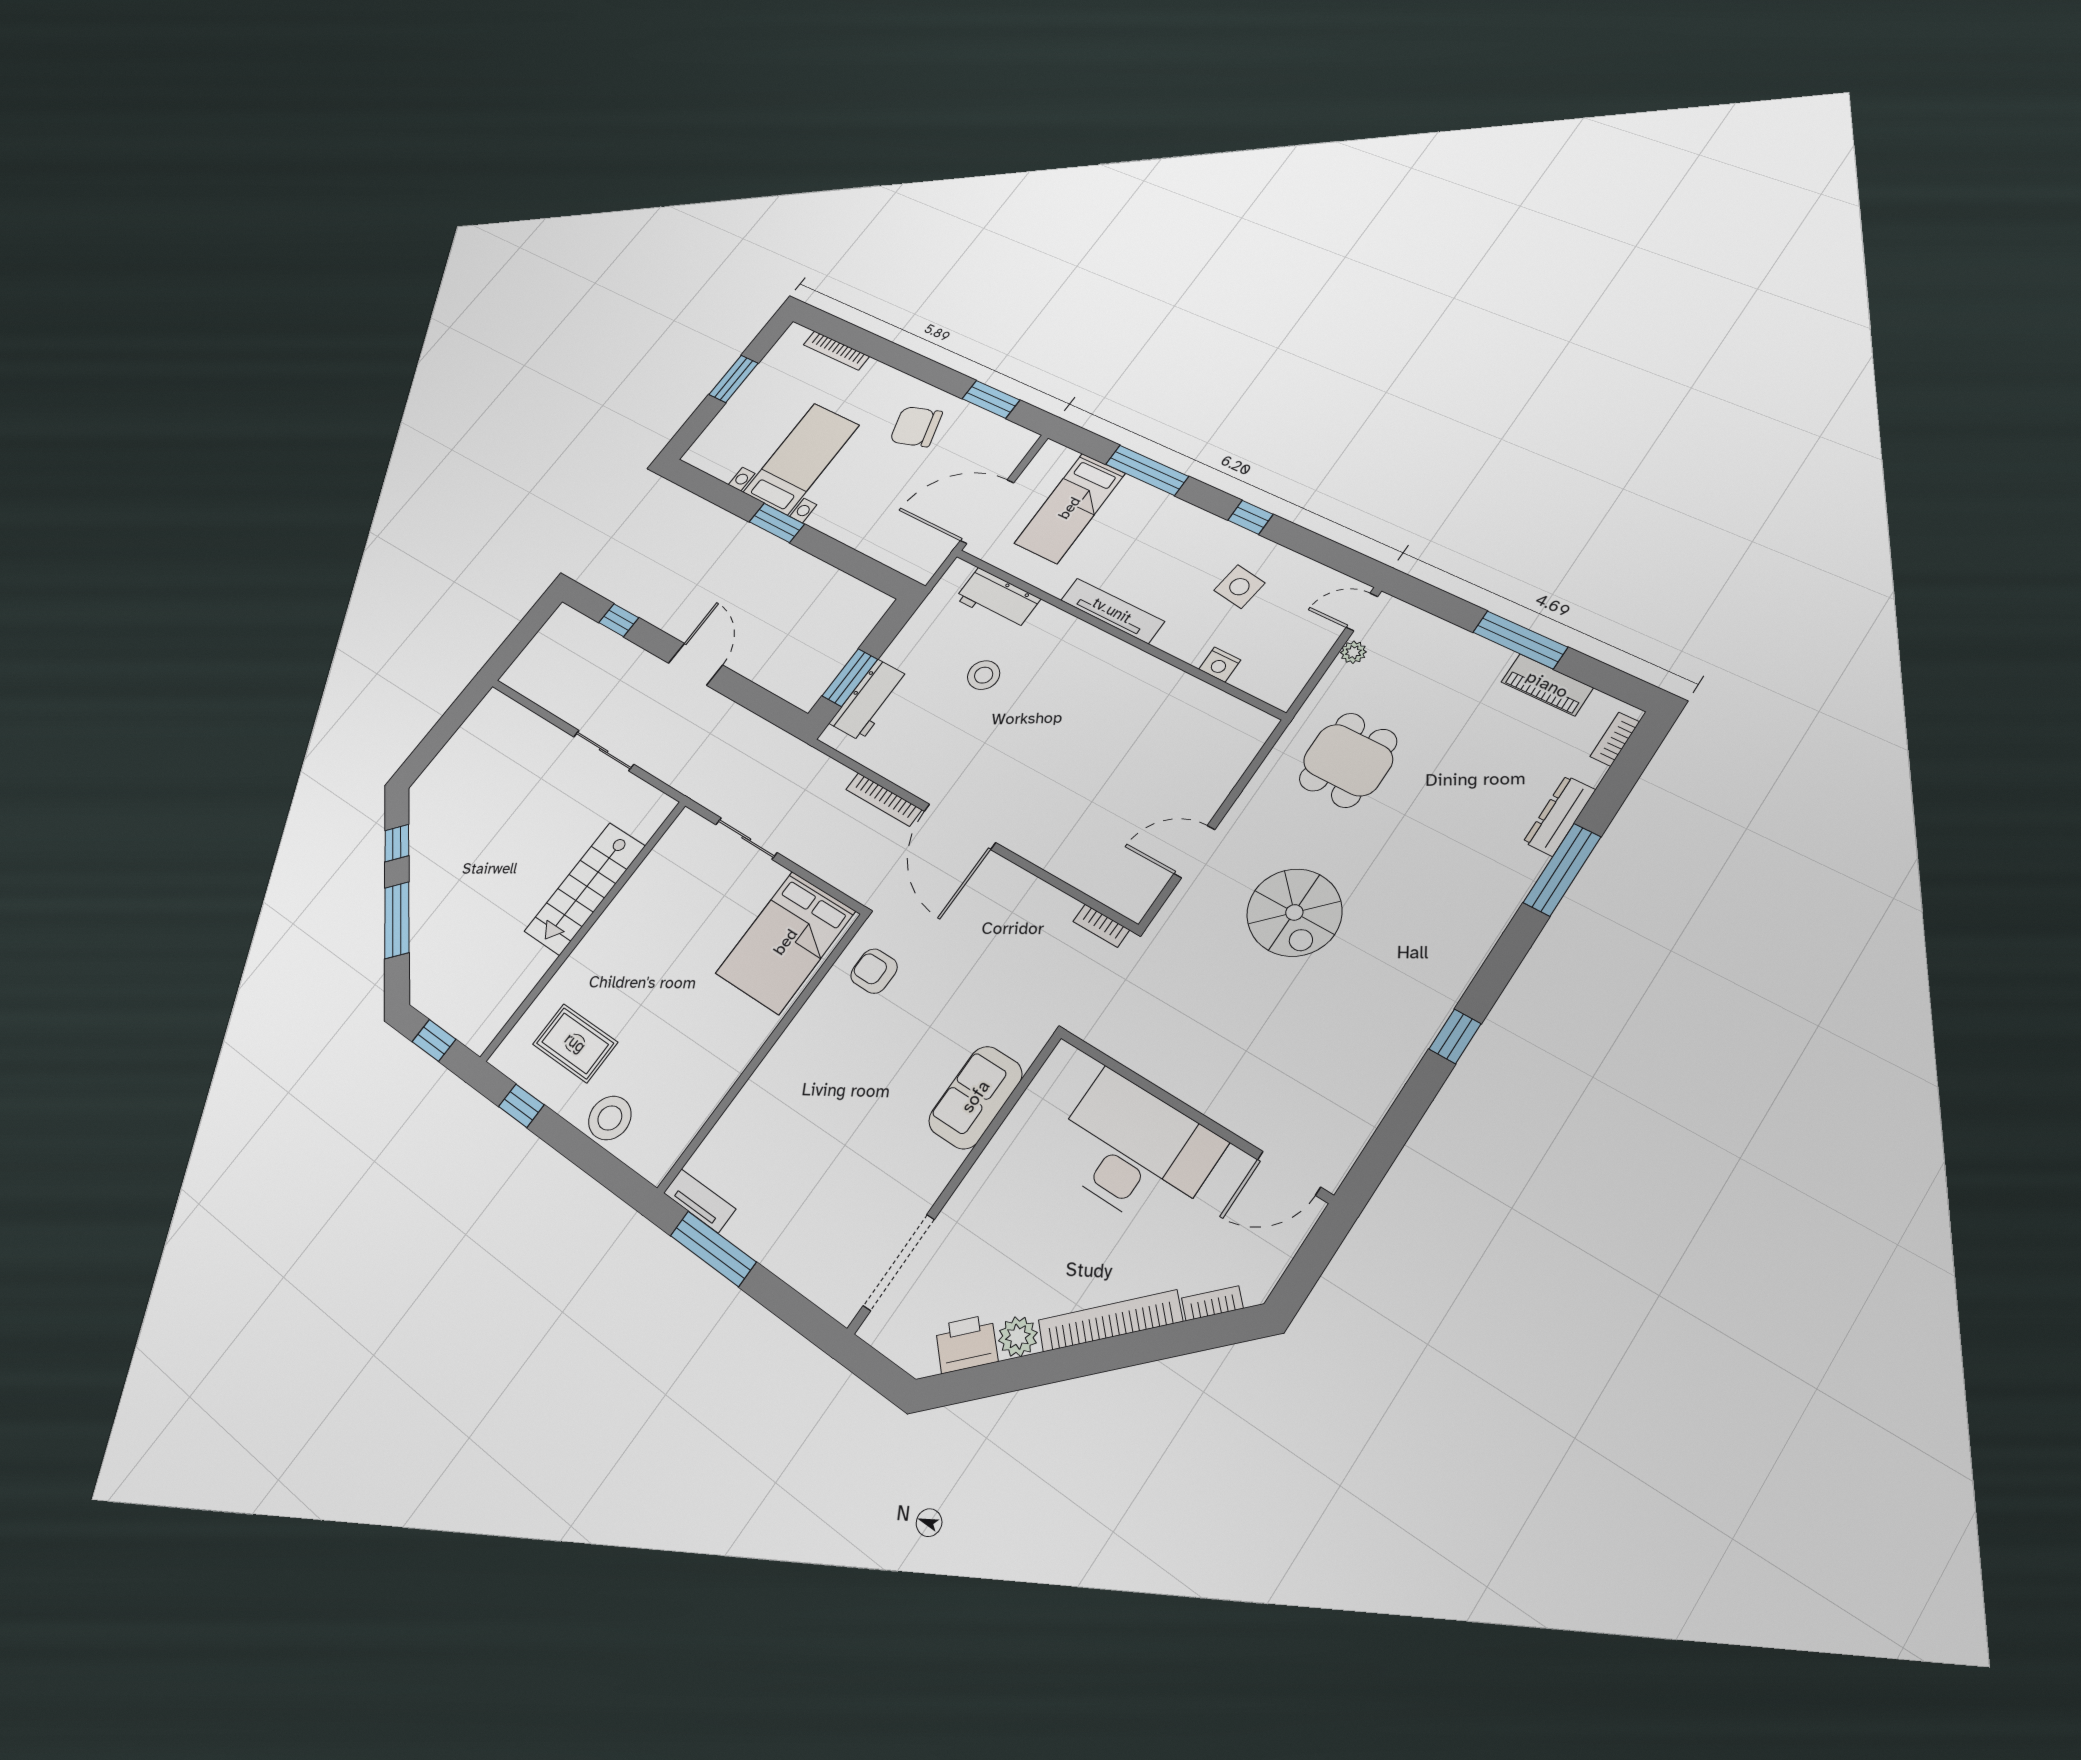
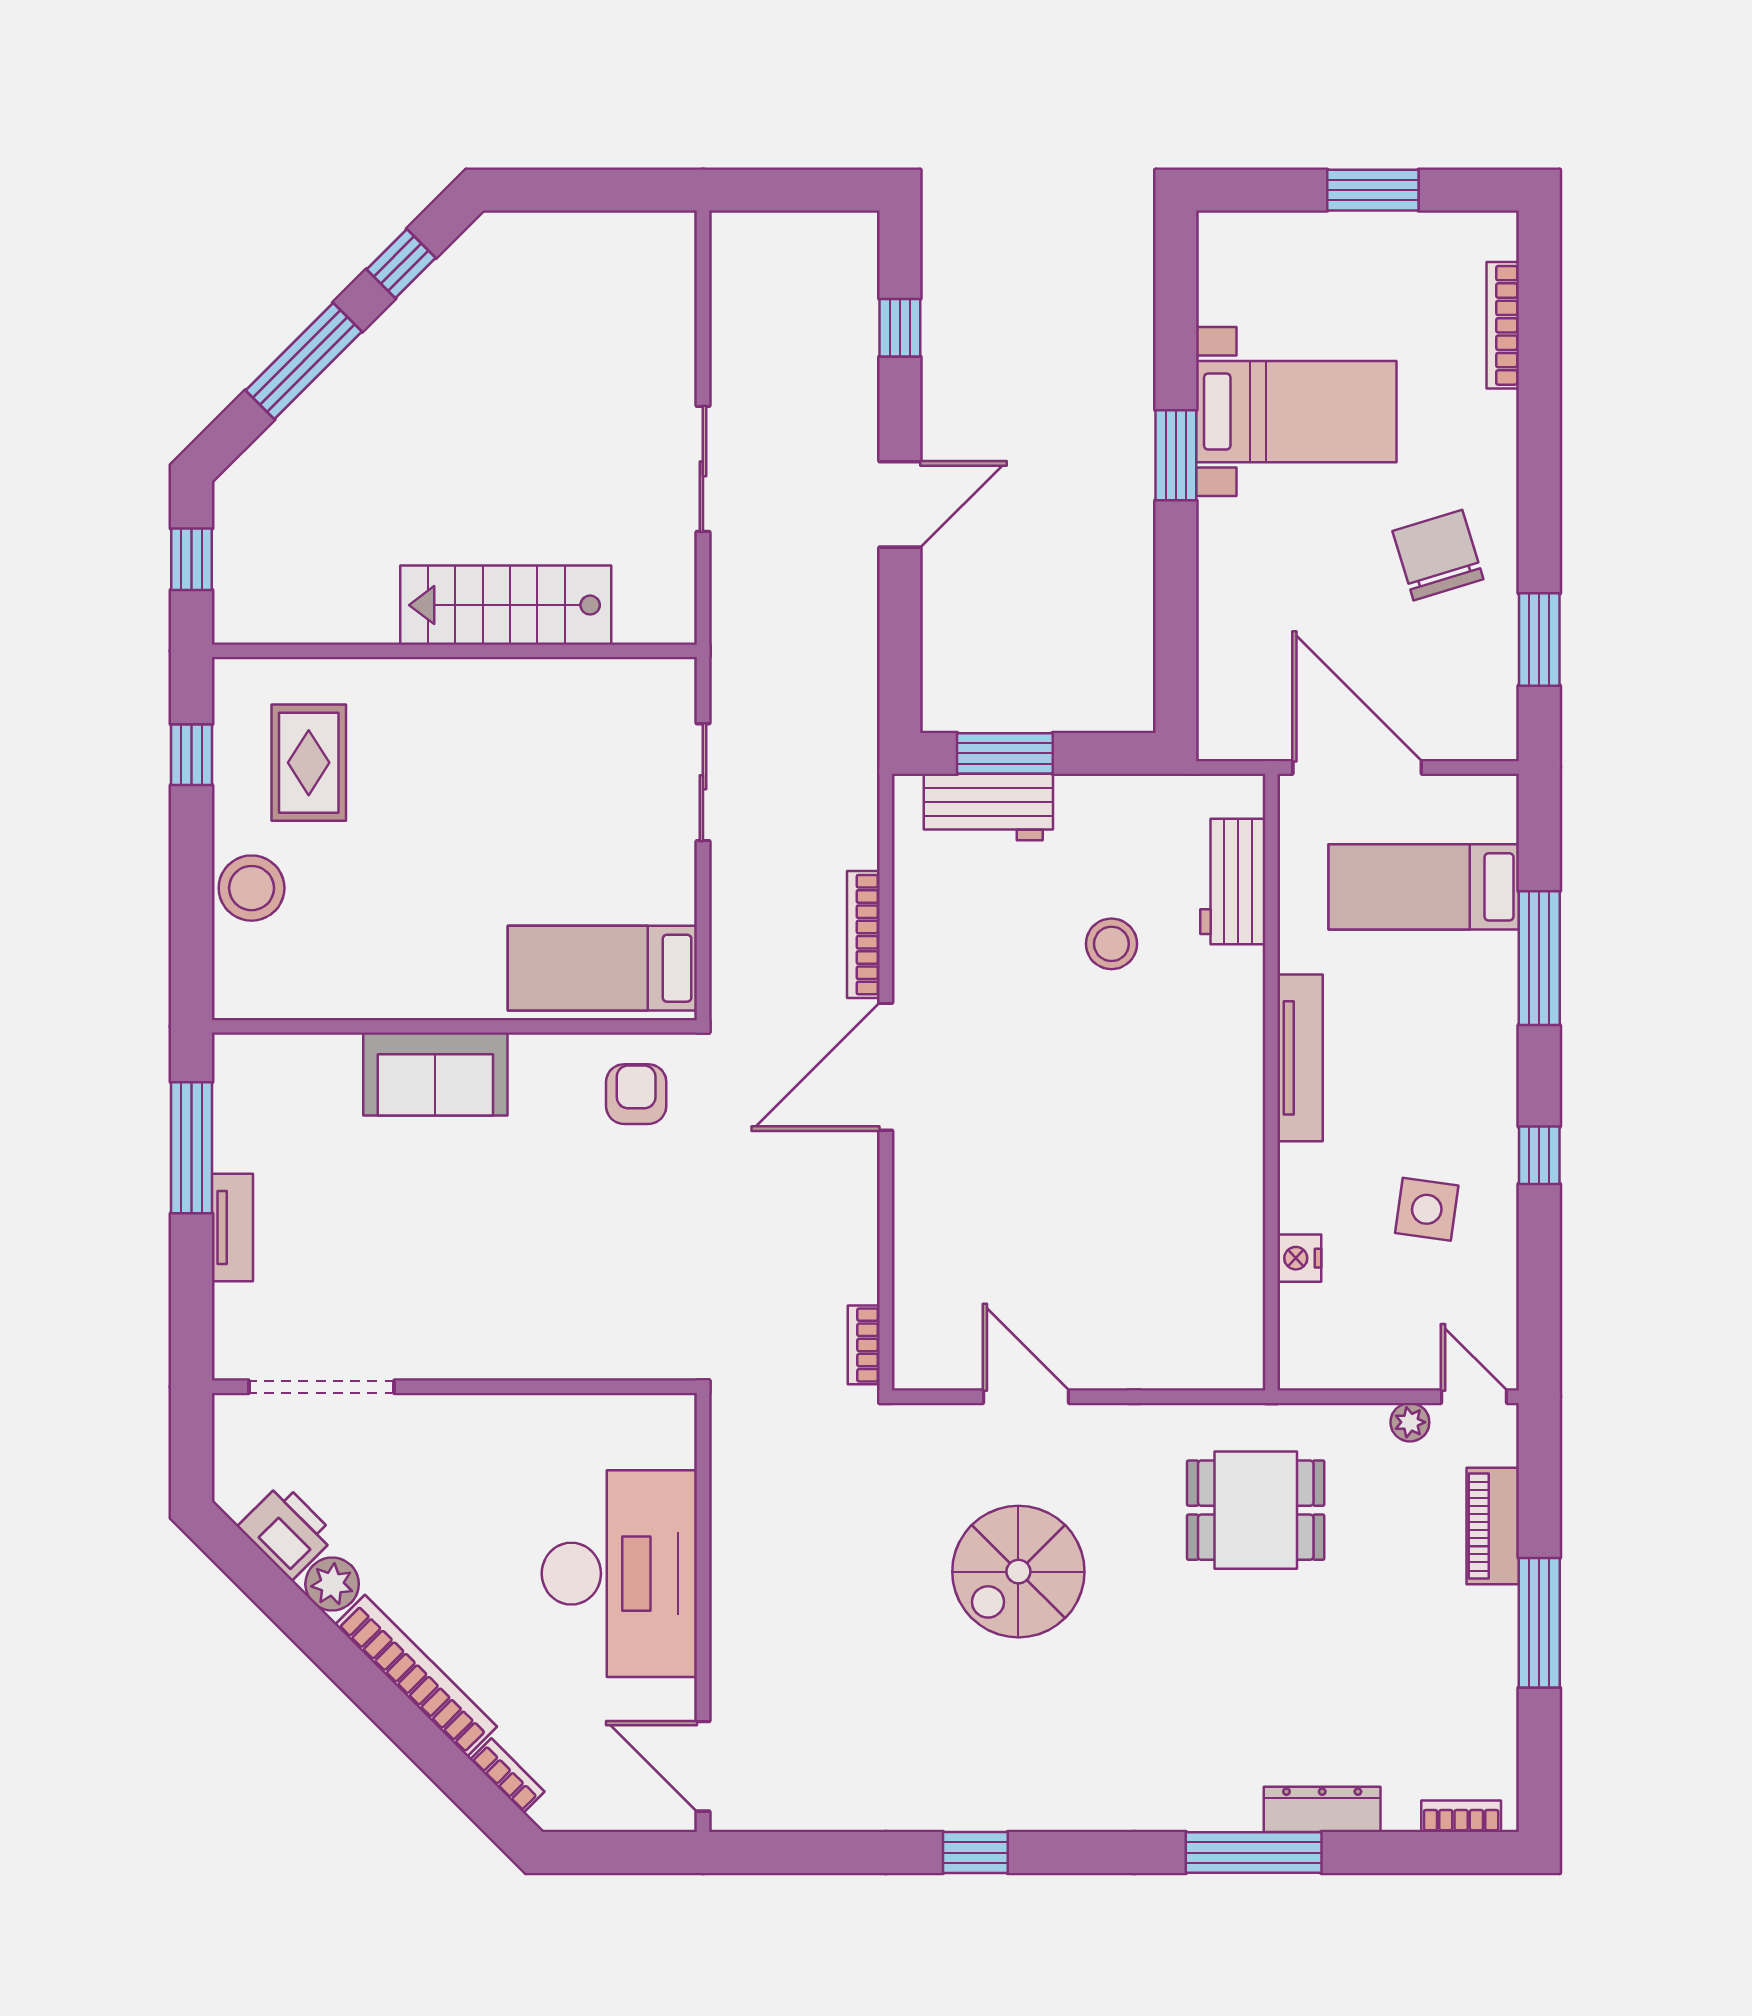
piano: (1547, 685) -> (1493, 1526), moved
bed: (786, 942) -> (602, 968), width x0.67
sofa: (976, 1097) -> (435, 1074), moved, turned 180
tv unit: (700, 1201) -> (232, 1228), moved

